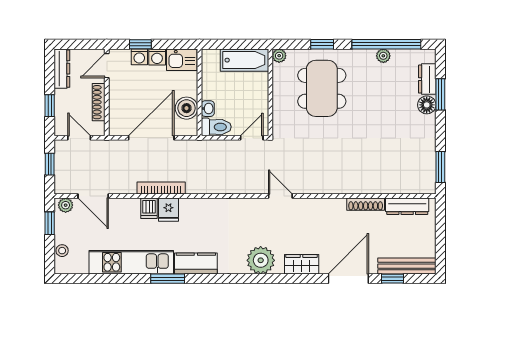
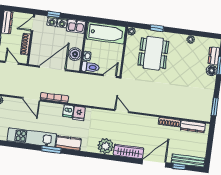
window: (386, 44) -> (193, 33), removed
bathtub: (244, 60) -> (106, 33), width x1.36, depth x1.36
door: (93, 196) -> (31, 99), moved
dishwasher: (149, 208) -> (68, 111), moved
fridge: (168, 210) -> (79, 113), moved
wardrobe: (302, 264) -> (128, 152), width x1.50

